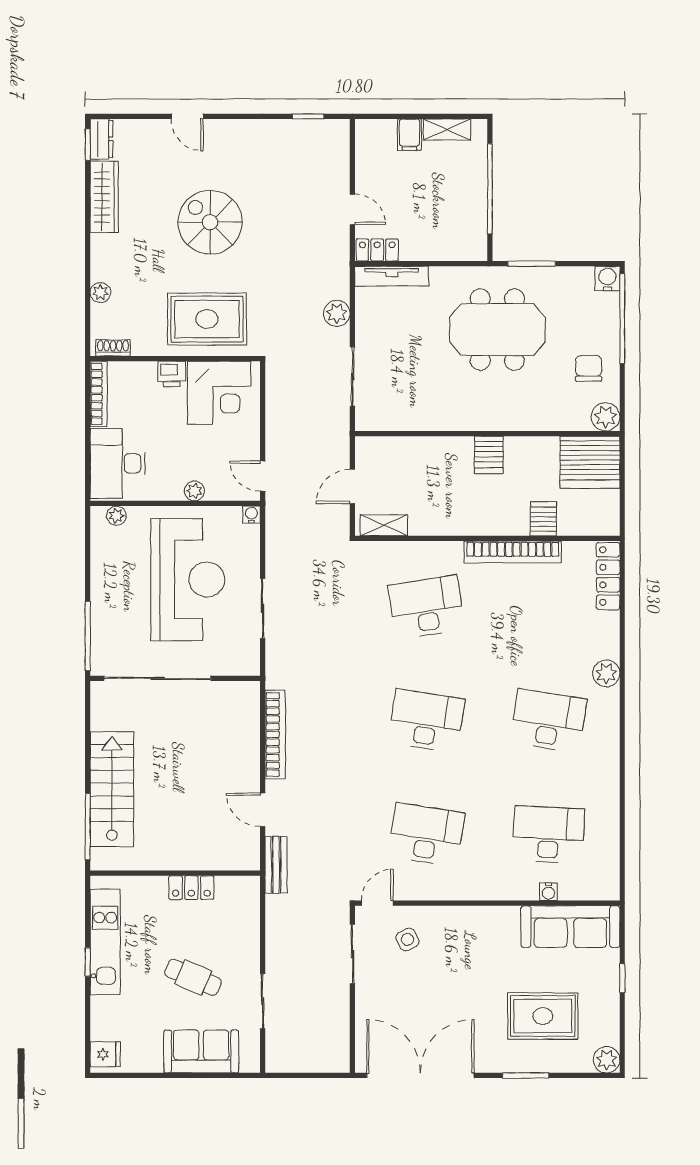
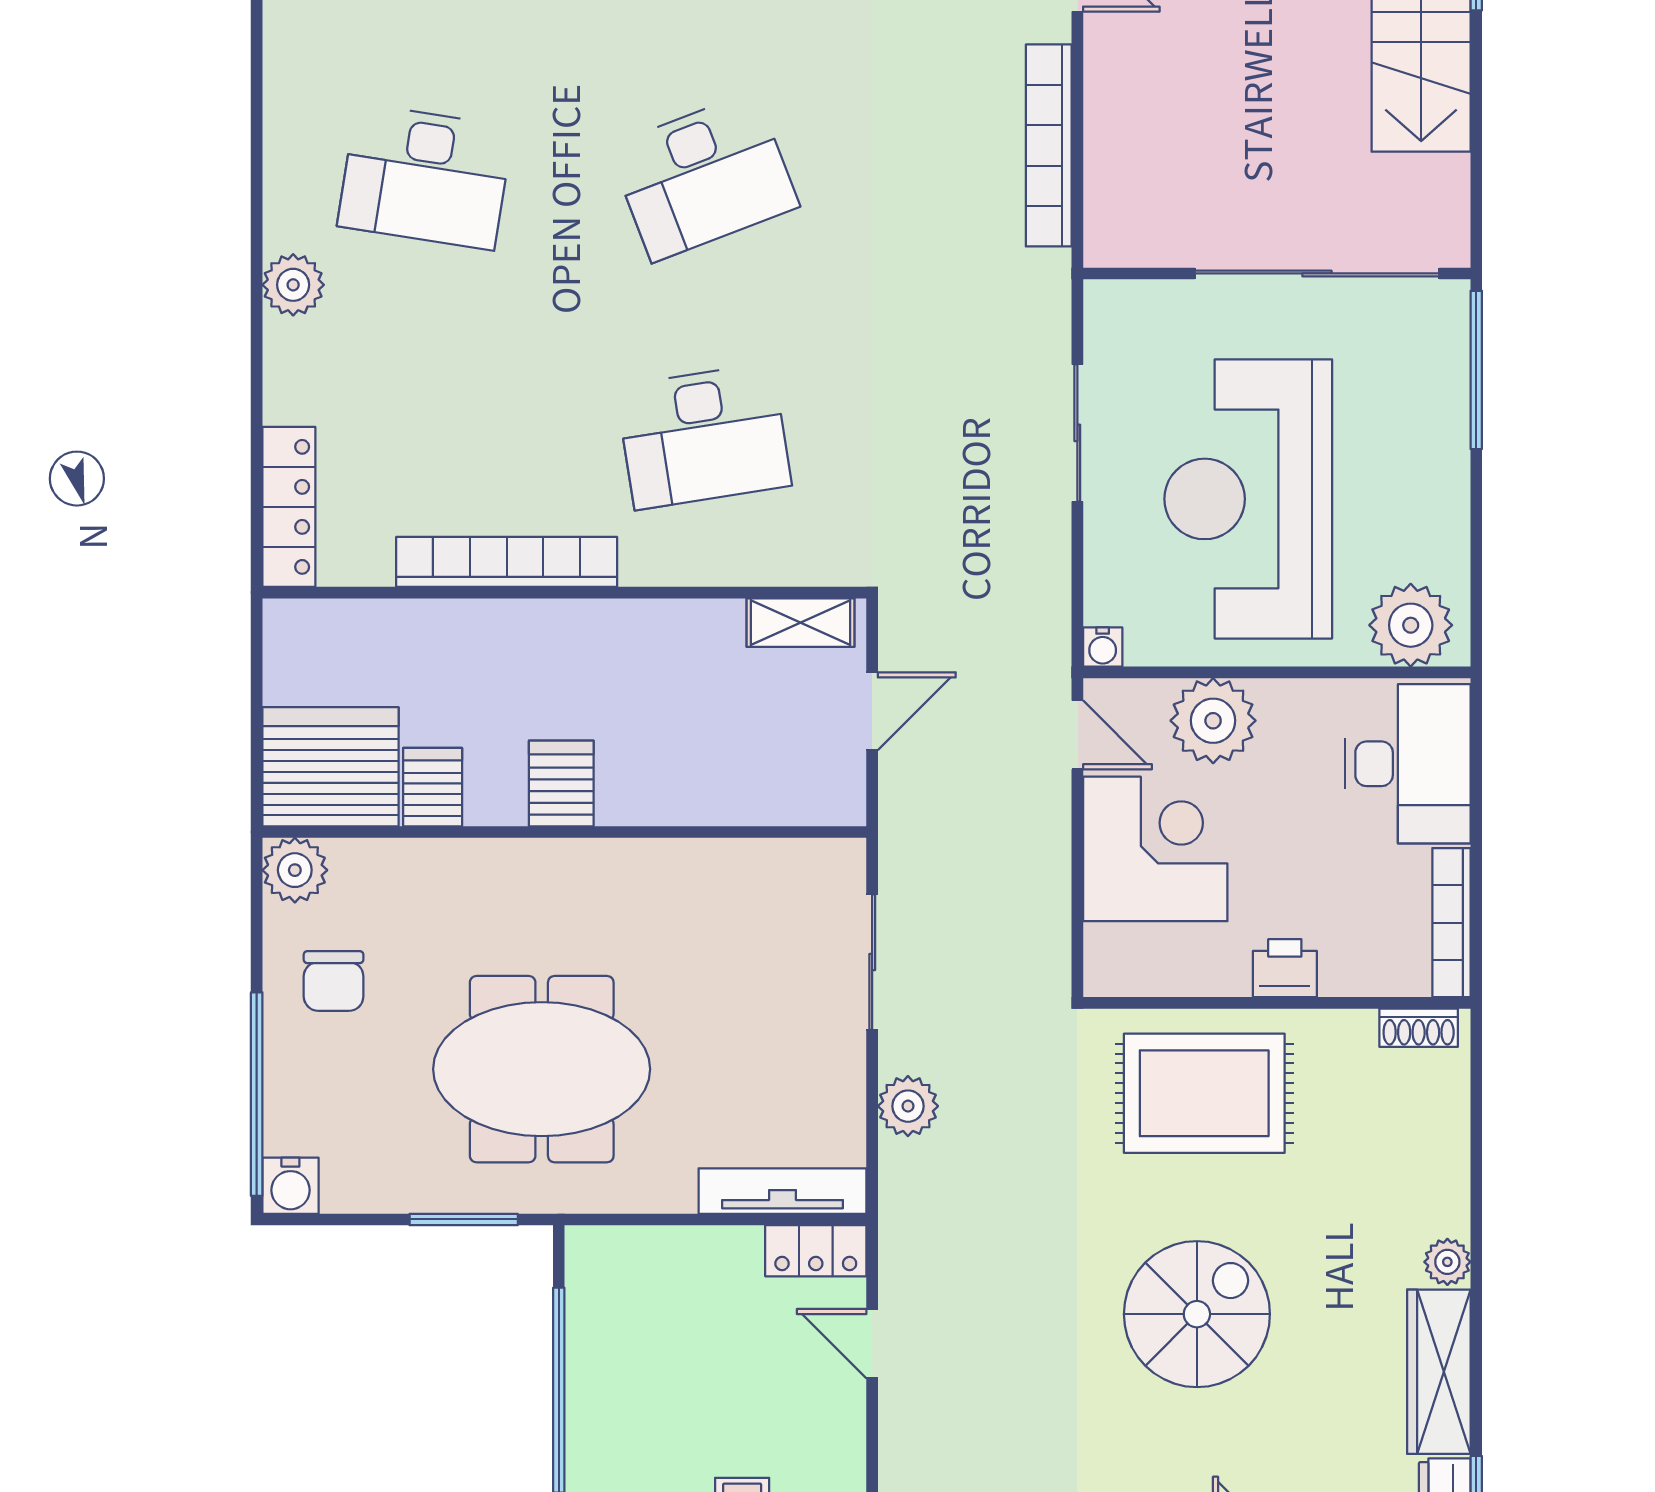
spiral stairs: (210, 222) -> (1197, 1314), turned -90
plant: (100, 293) -> (1447, 1262), moved
corner desk: (219, 393) -> (1155, 849), moved, turned 90
plant: (194, 491) -> (1213, 721), width x1.88, depth x1.88
plant: (116, 516) -> (1411, 625), width x1.87, depth x1.87
server rack: (543, 519) -> (433, 787), moved, turned 180
desk: (426, 721) -> (704, 177), turned -30

